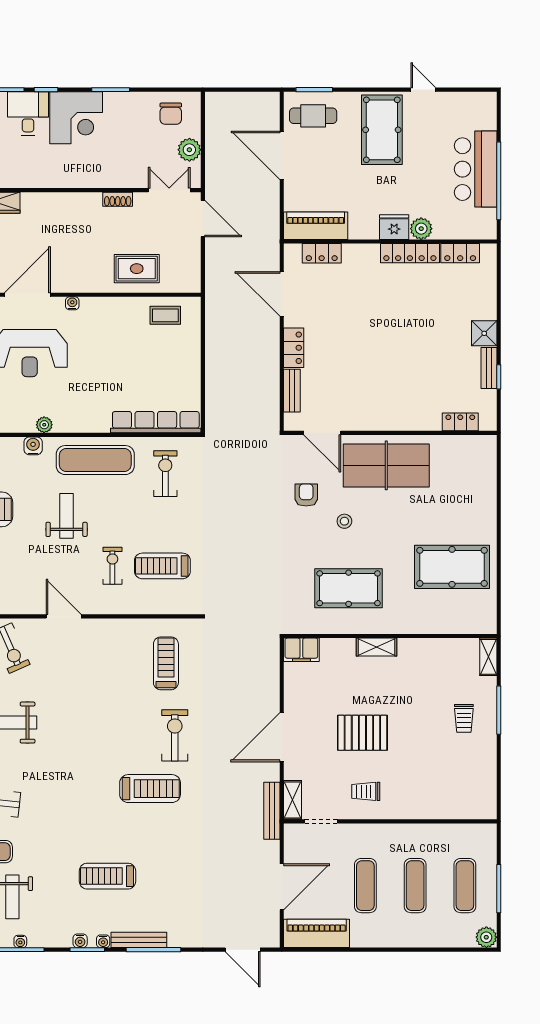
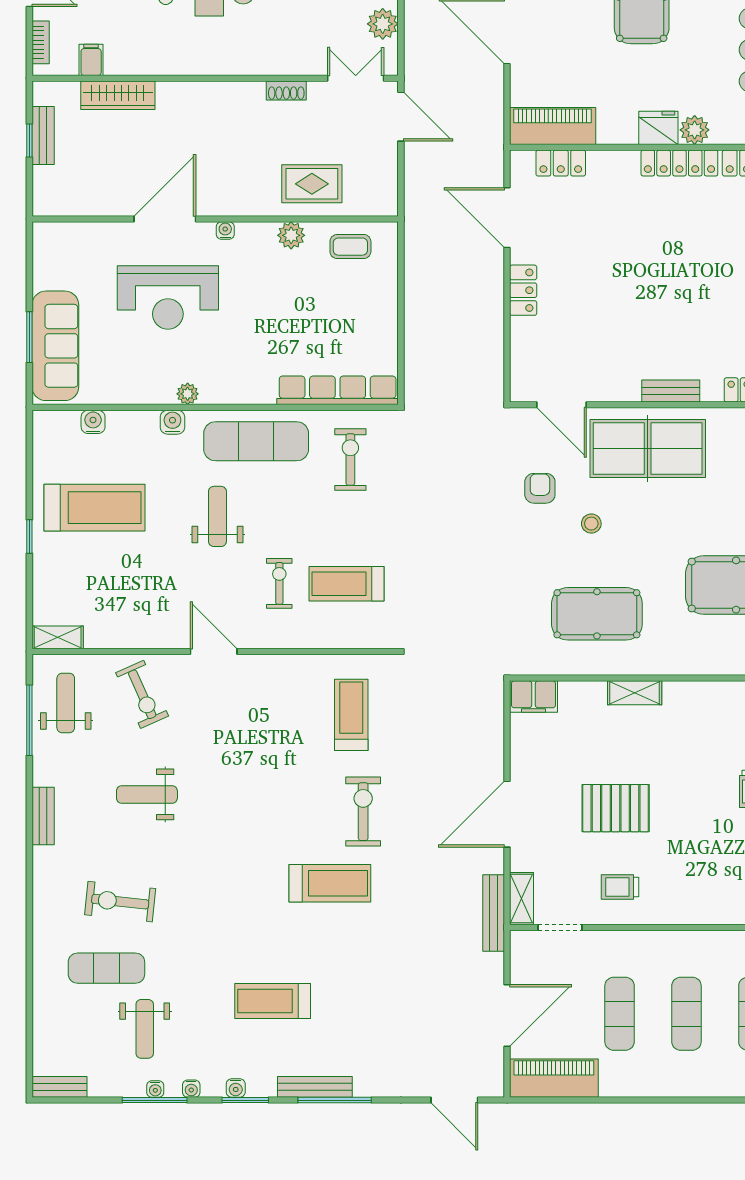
plant: (121, 307) -> (291, 235), added
bench: (292, 391) -> (671, 391), moved, turned 90
water cooler: (103, 941) -> (191, 1089), moved

